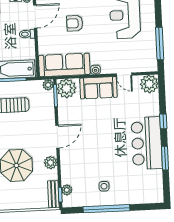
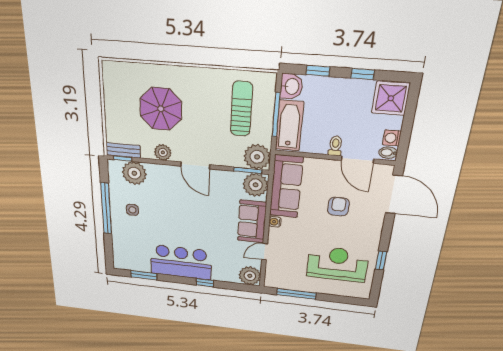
plant: (48, 85) -> (257, 157), width x1.88, depth x1.88
window: (165, 158) -> (144, 275), moved
plant: (67, 190) -> (134, 173), width x1.88, depth x1.88

